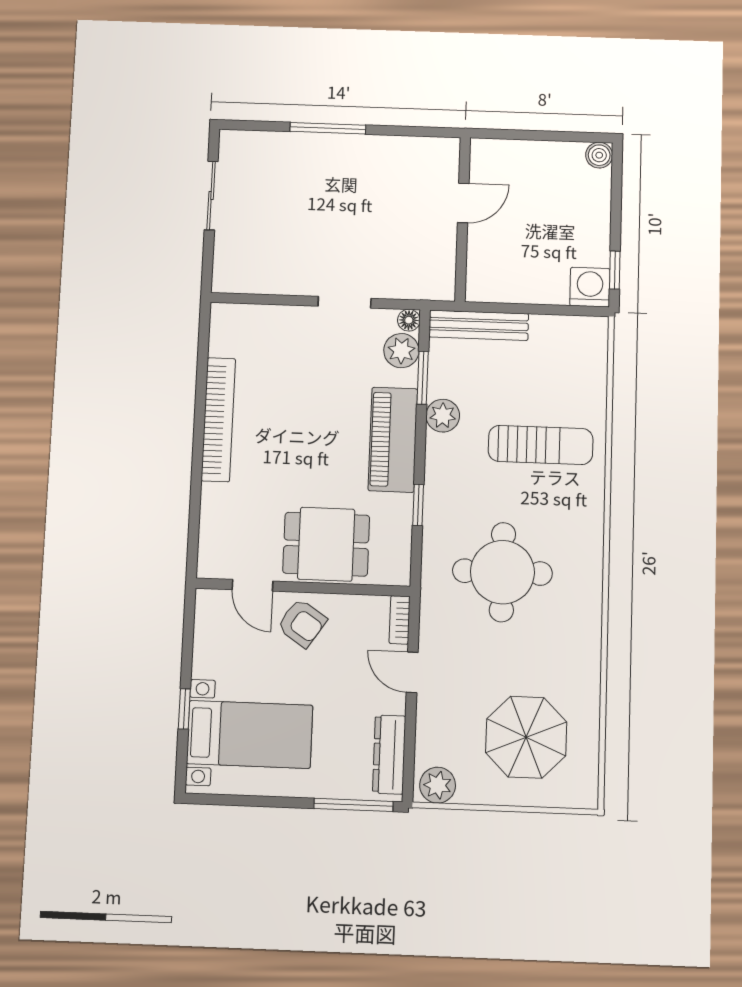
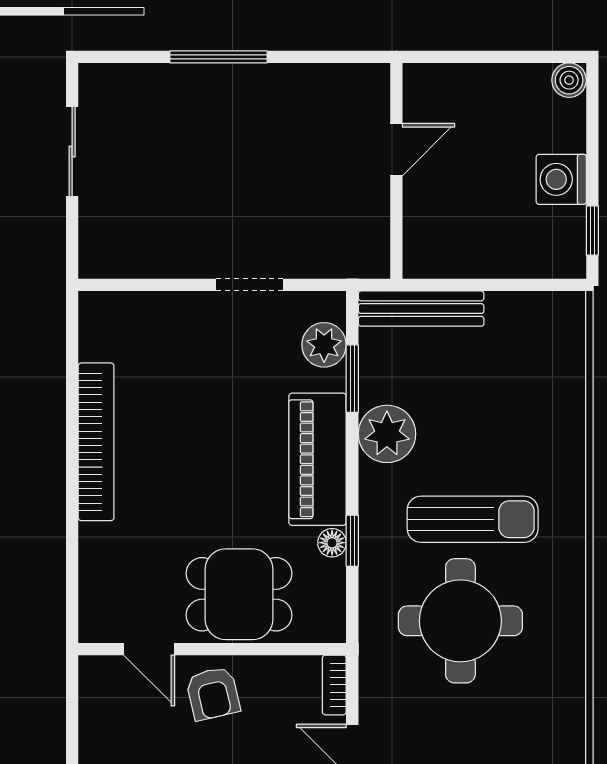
washing machine: (590, 287) -> (561, 179), moved, turned -90
floor lamp: (409, 320) -> (332, 543), moved
plant: (443, 416) -> (387, 434), width x1.36, depth x1.36
sun lounger: (541, 445) -> (473, 519), moved
armchair: (302, 623) -> (213, 693), turned 43

